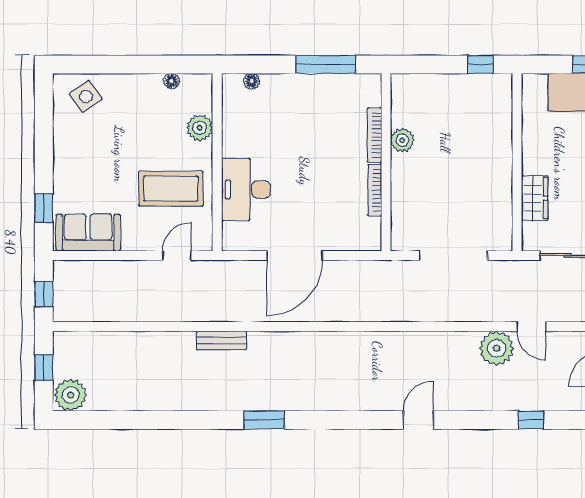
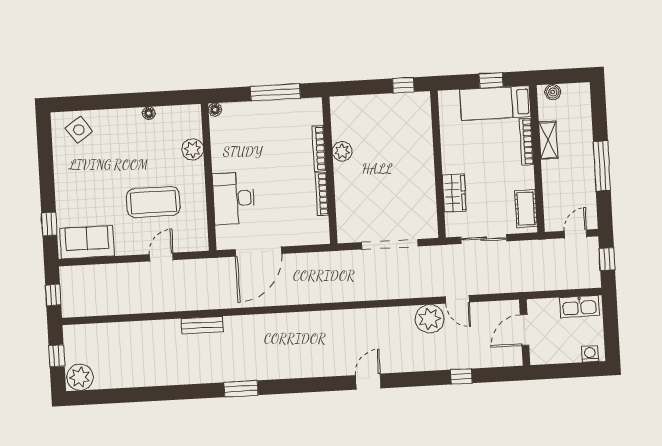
plant: (200, 128) -> (193, 149), moved
wall: (217, 162) -> (209, 177), moved
desk: (246, 190) -> (234, 198), moved

